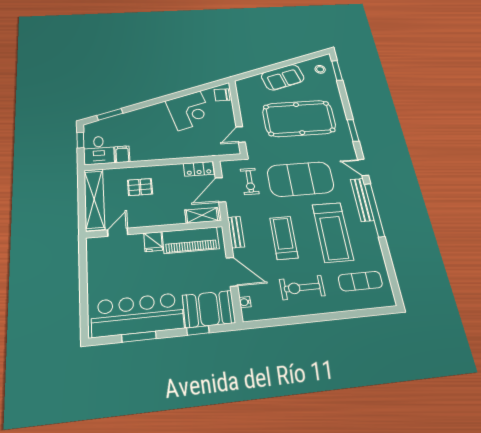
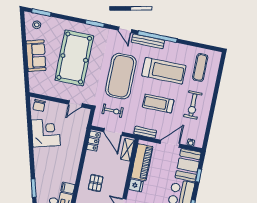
door: (241, 135) -> (75, 104), hinge flipped
door: (363, 167) -> (125, 30), hinge flipped

